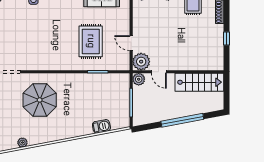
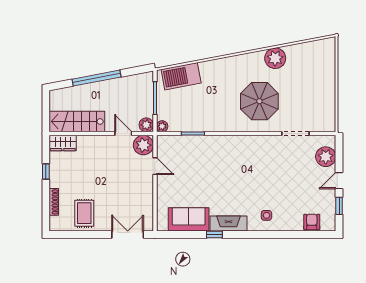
rug: (91, 41) -> (201, 168), removed
wardrobe: (212, 63) -> (63, 143), added
plant: (125, 78) -> (162, 126), added
barbecue: (101, 126) -> (181, 76), width x1.88, depth x1.53
plant: (22, 143) -> (275, 58), width x1.87, depth x1.87

